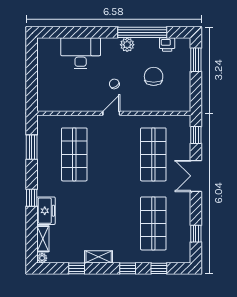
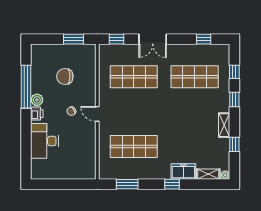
printer: (167, 45) -> (37, 114), moved
window: (196, 60) -> (73, 39), moved

